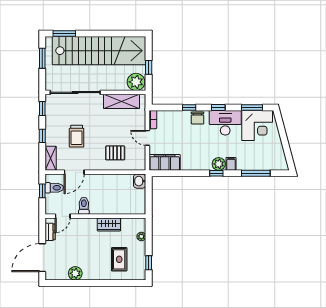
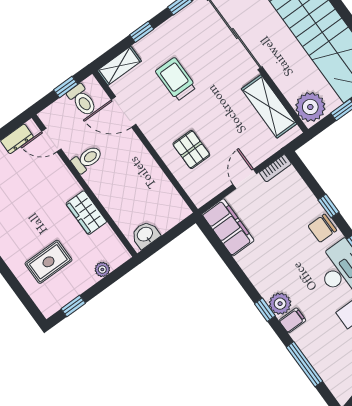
trolley: (77, 136) -> (176, 79), turned 90
washbasin: (140, 181) -> (145, 235), moved

